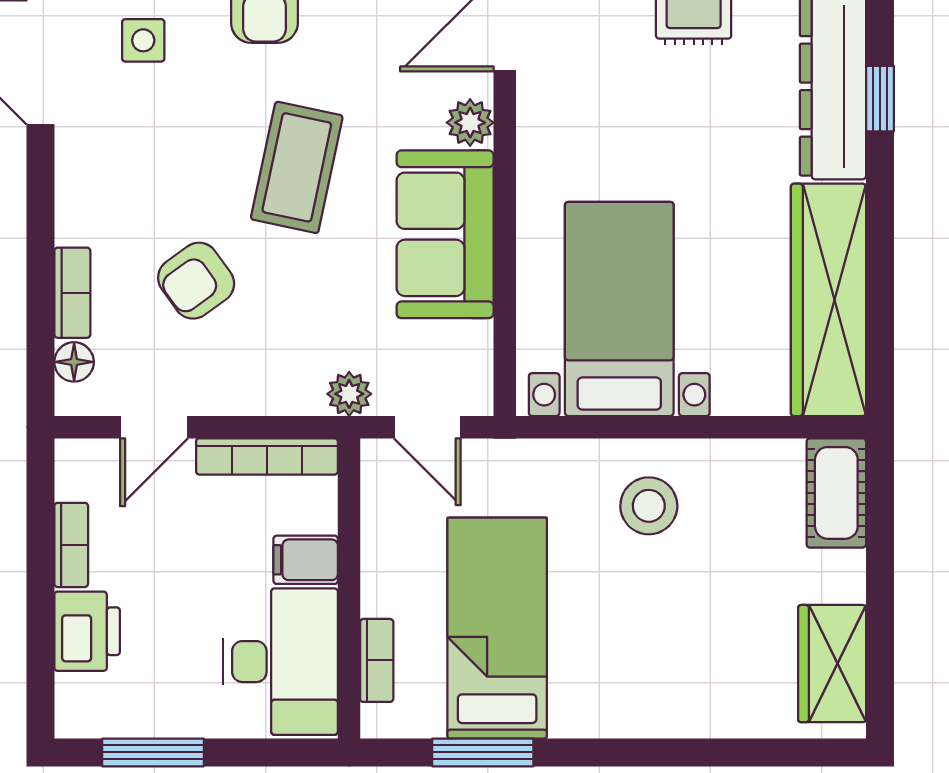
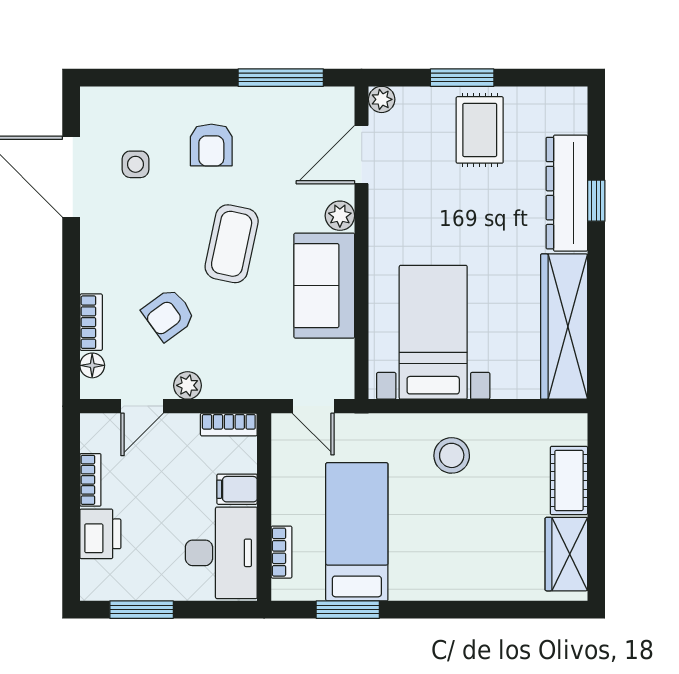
plant: (349, 394) -> (188, 385), moved
bookcase: (267, 456) -> (229, 425), width x0.64
cot: (836, 493) -> (569, 480), moved

